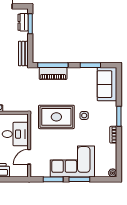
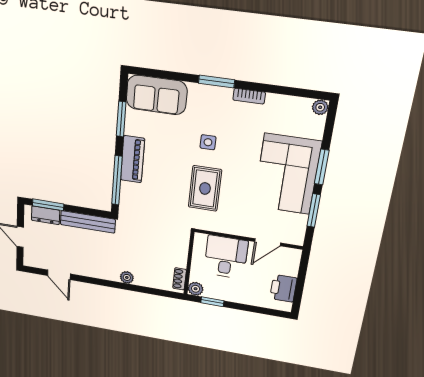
bench: (23, 53) -> (88, 222), width x1.36
piano: (53, 73) -> (133, 159), moved
rug: (56, 117) -> (205, 188), width x0.73, depth x0.70
door: (29, 157) -> (268, 242), hinge flipped

